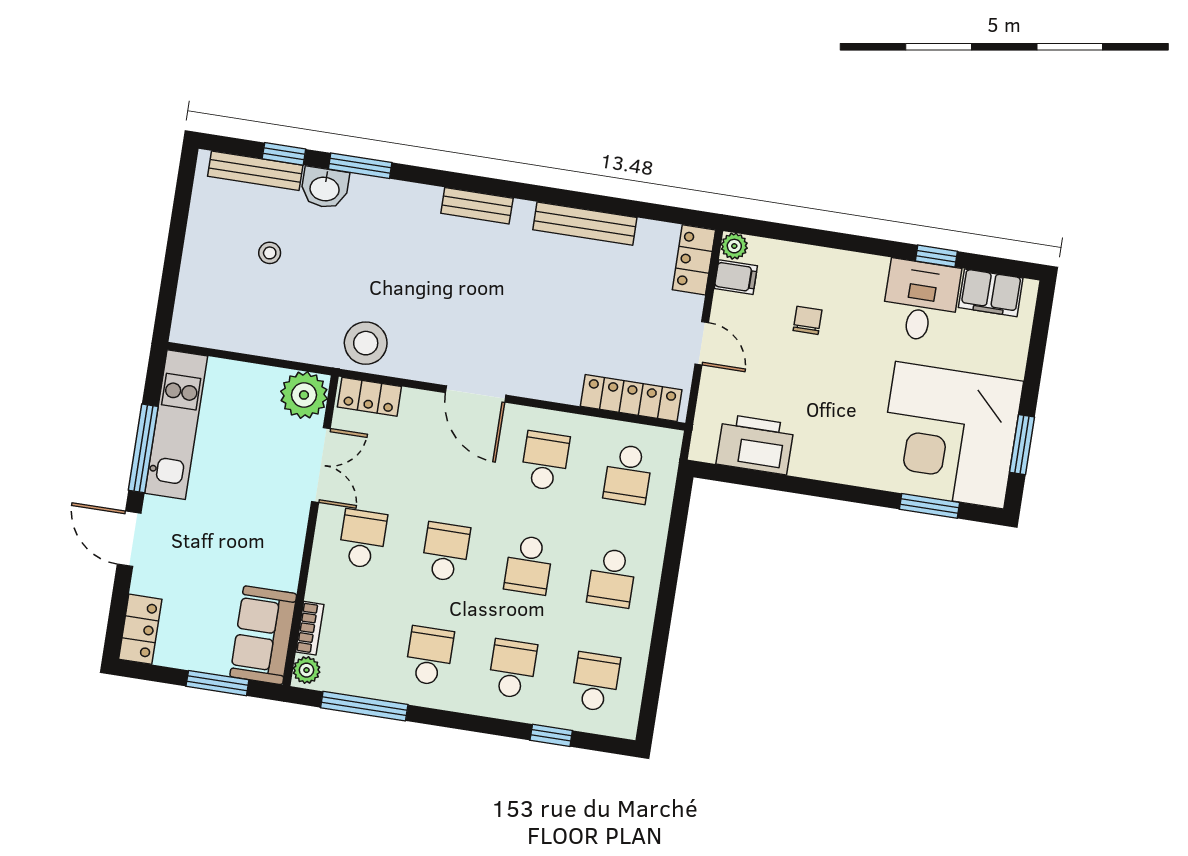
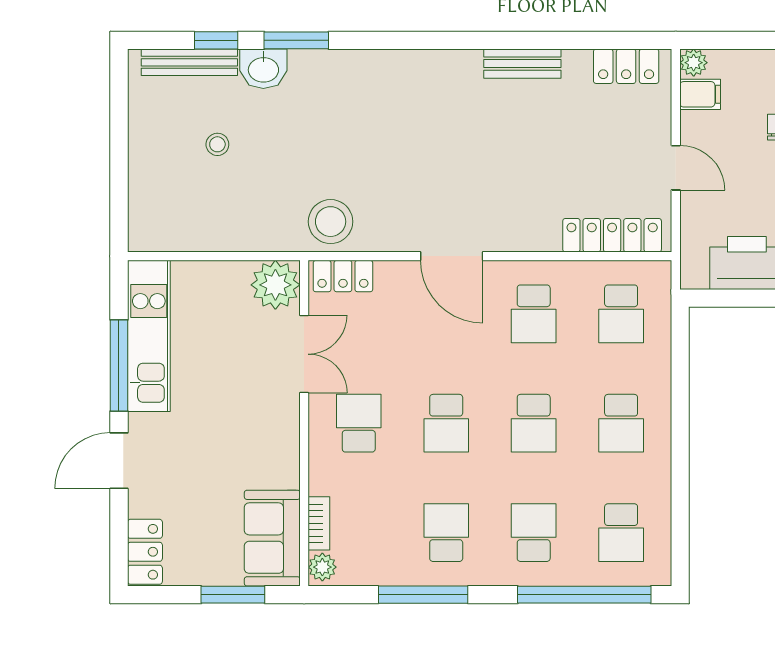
bench: (477, 206) -> (423, 63), removed
bench: (585, 224) -> (522, 64), width x0.73
locker: (694, 260) -> (626, 66), moved, turned -90
school desk: (545, 461) -> (534, 314), turned 180
door: (129, 539) -> (119, 461), hinge flipped
school desk: (446, 552) -> (446, 423), turned 180
school desk: (596, 682) -> (621, 533), turned 180
window: (364, 706) -> (423, 595), moved
window: (551, 735) -> (584, 595), width x3.17

